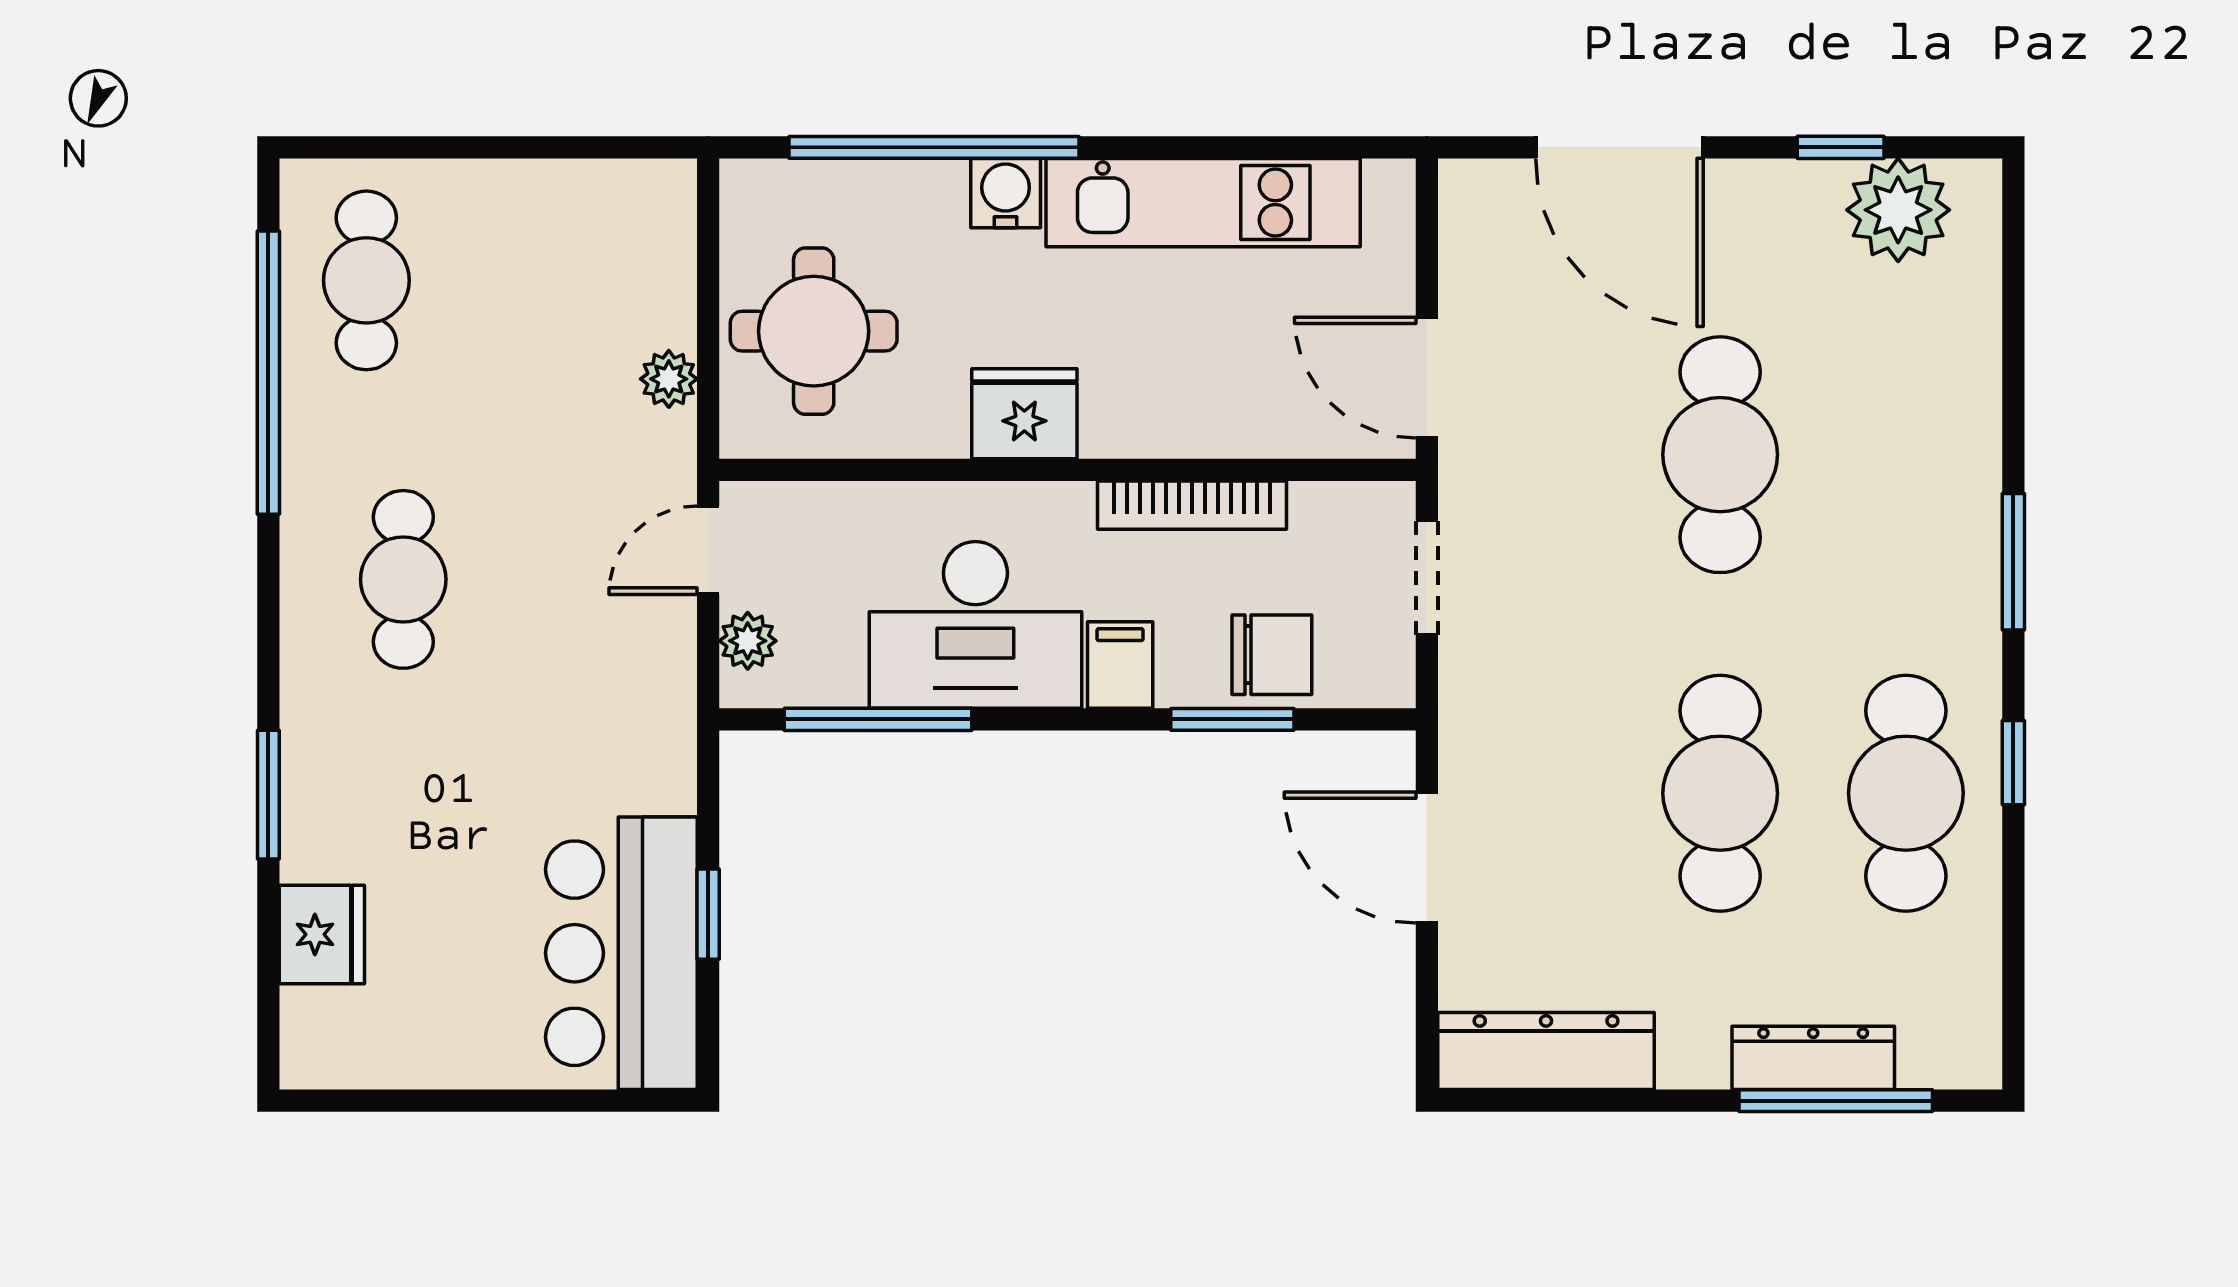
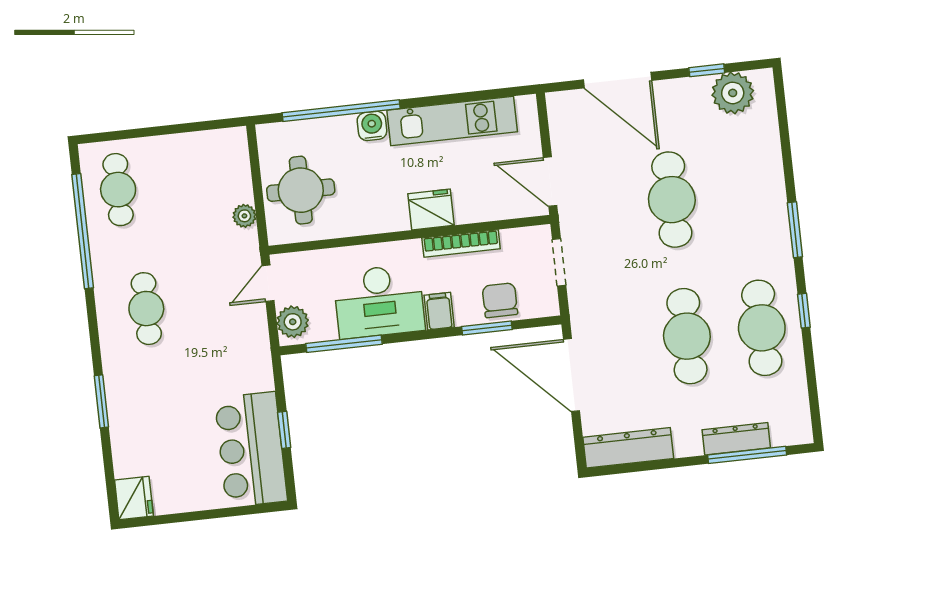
fridge: (1024, 414) -> (431, 209), moved
plant: (748, 641) -> (293, 322), width x1.38, depth x1.38
chair: (1272, 655) -> (500, 300), turned -90
door: (1427, 858) -> (571, 375), width x1.36
fridge: (322, 934) -> (134, 498), moved

